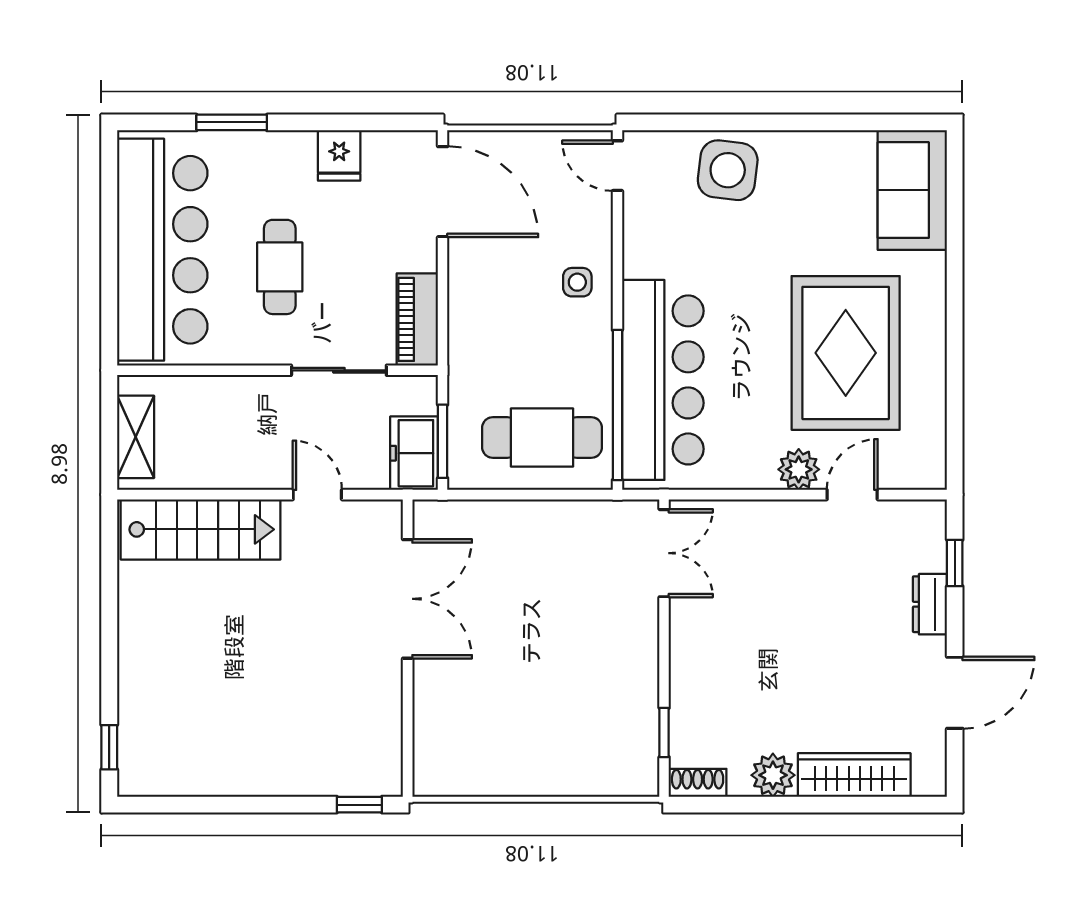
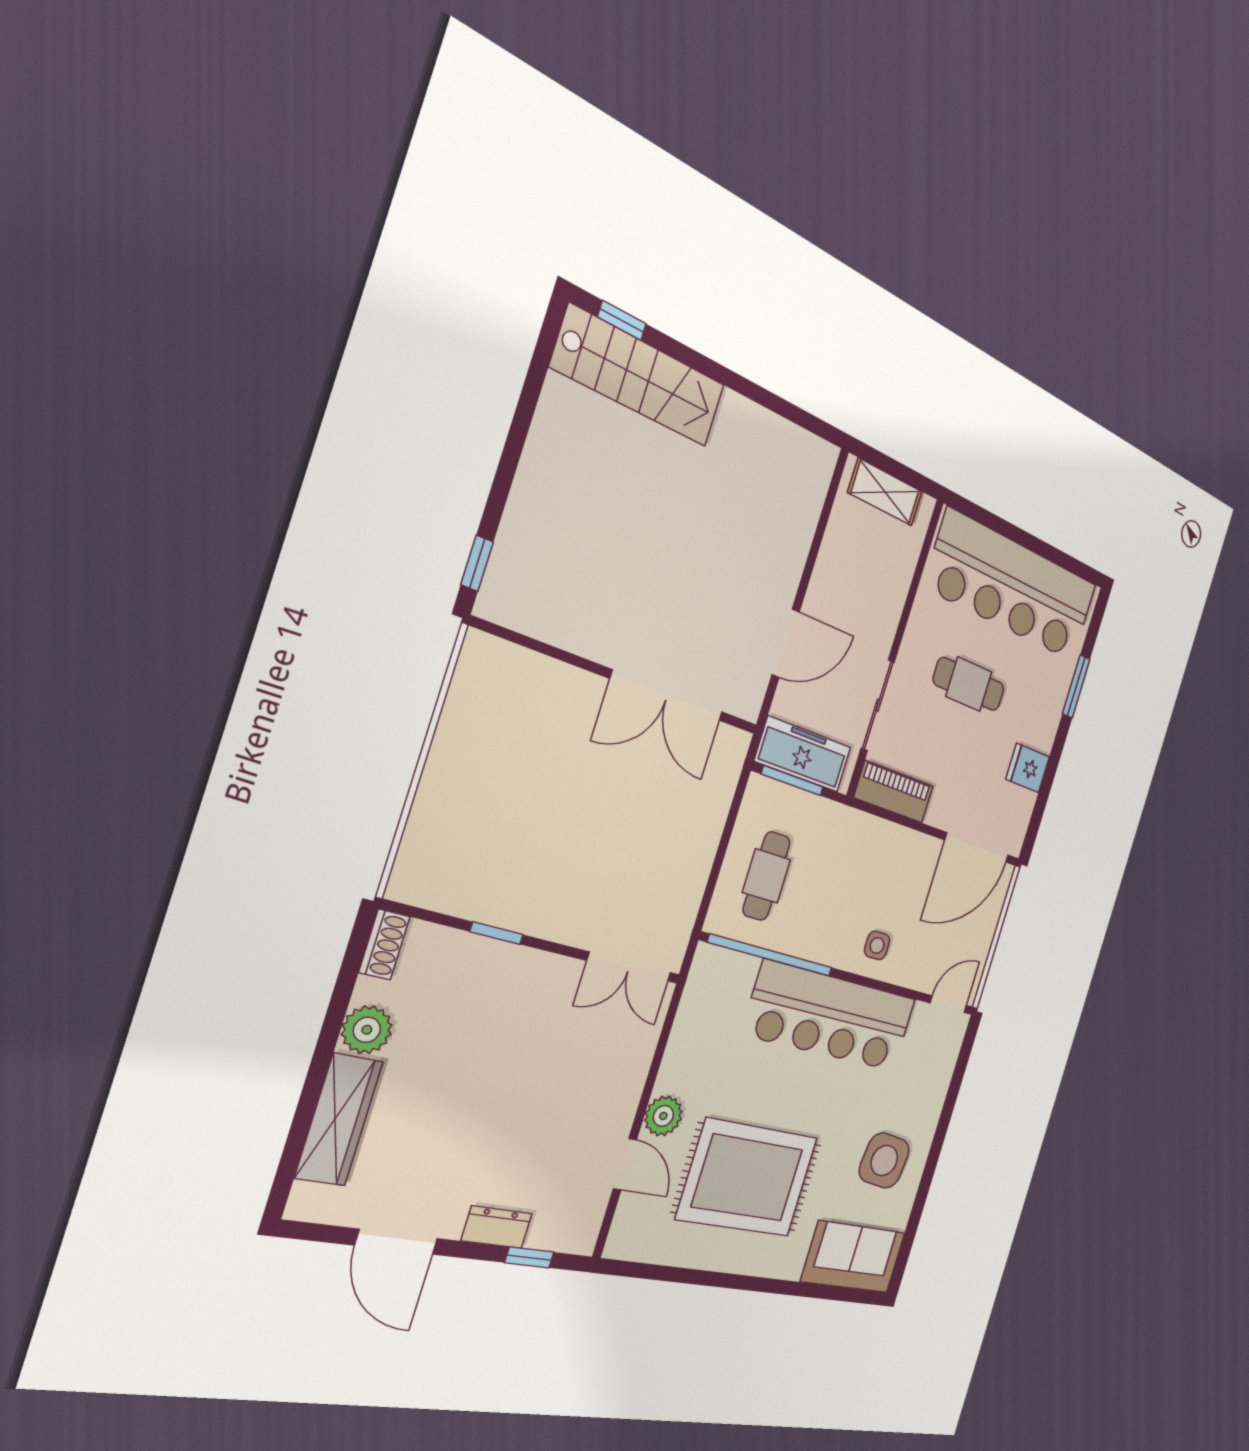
side table: (728, 170) -> (884, 1161), moved
bar counter: (663, 380) -> (831, 1017), moved
cafe table: (542, 437) -> (766, 876), width x0.73, depth x0.74
freezer: (414, 453) -> (803, 754), width x1.40
door: (317, 495) -> (786, 643), width x1.38
stairs: (201, 529) -> (639, 376), moved, turned -90
window: (664, 733) -> (497, 933), moved

